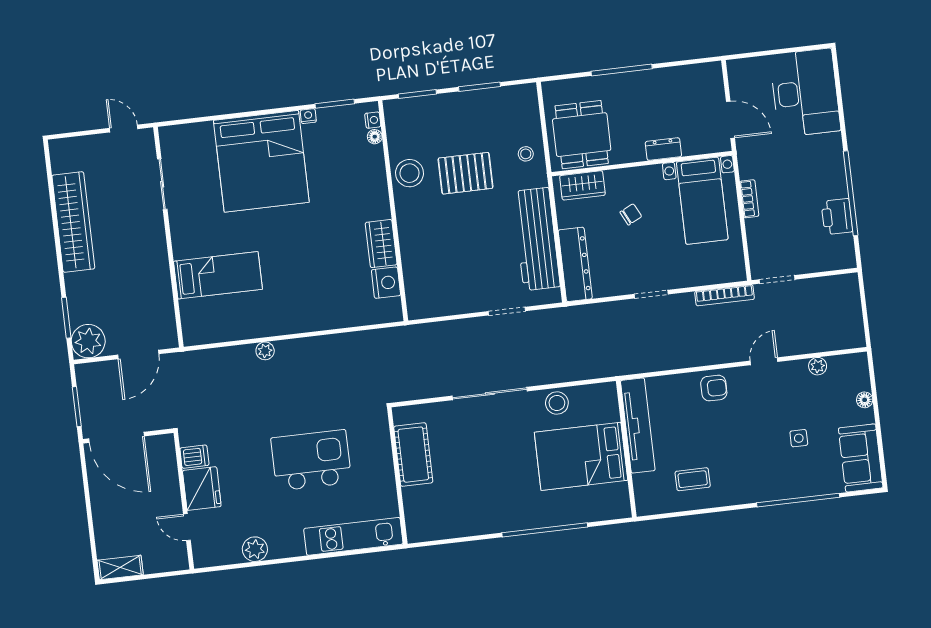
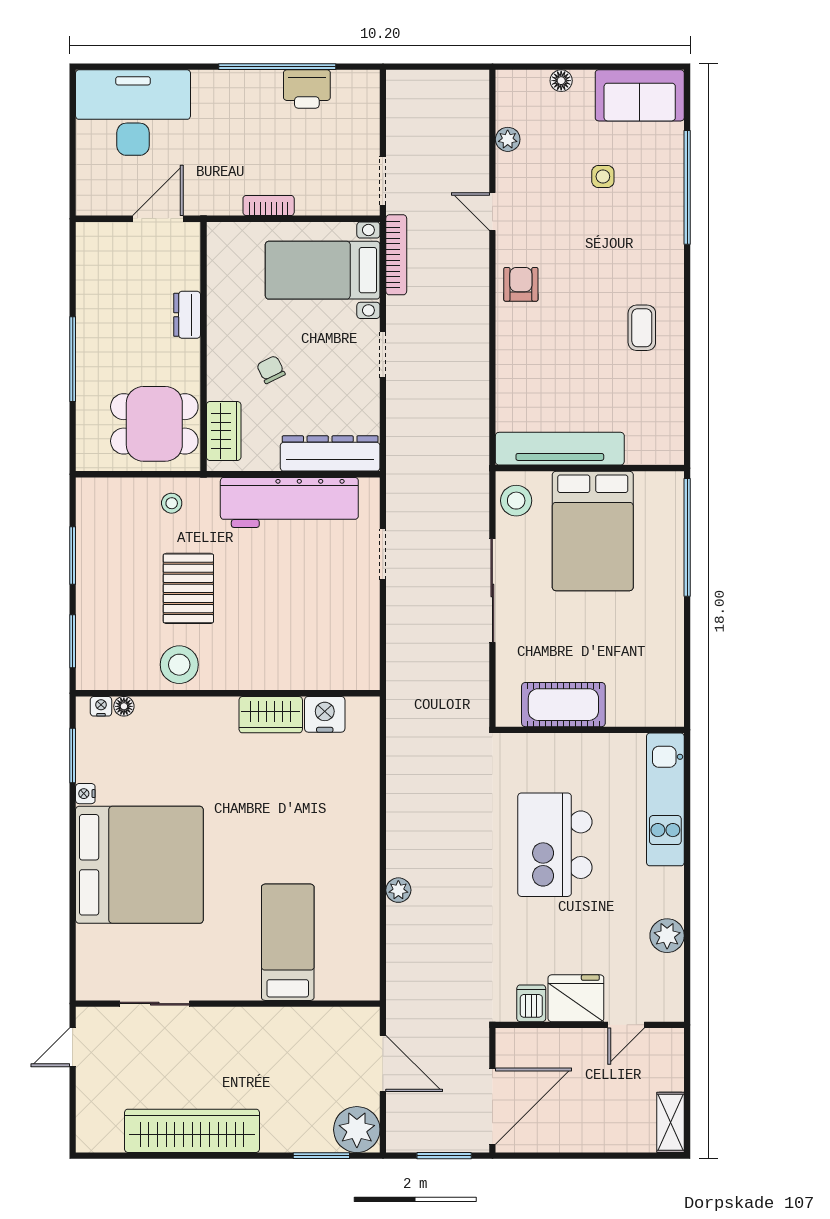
bed with nightstands: (702, 201) -> (323, 270), moved, turned 180
tv unit: (638, 425) -> (560, 449), moved
wall: (626, 449) -> (590, 468), moved
bed: (581, 456) -> (593, 531), moved

